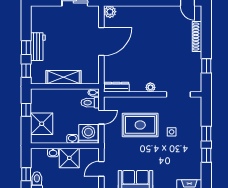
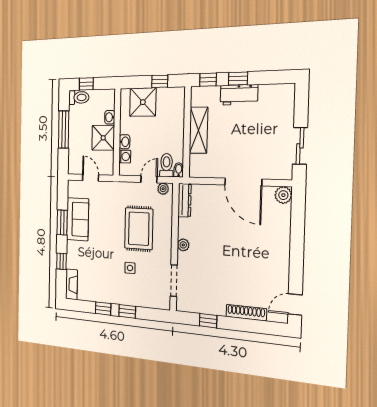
plant: (108, 105) -> (163, 189), added
door: (101, 117) -> (149, 179), swing flipped
washing machine: (88, 134) -> (125, 157), width x0.53, depth x0.53

